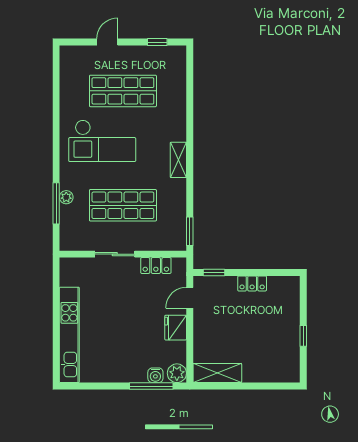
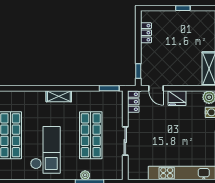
locker: (156, 265) -> (133, 102), moved
locker: (252, 283) -> (146, 33), moved

